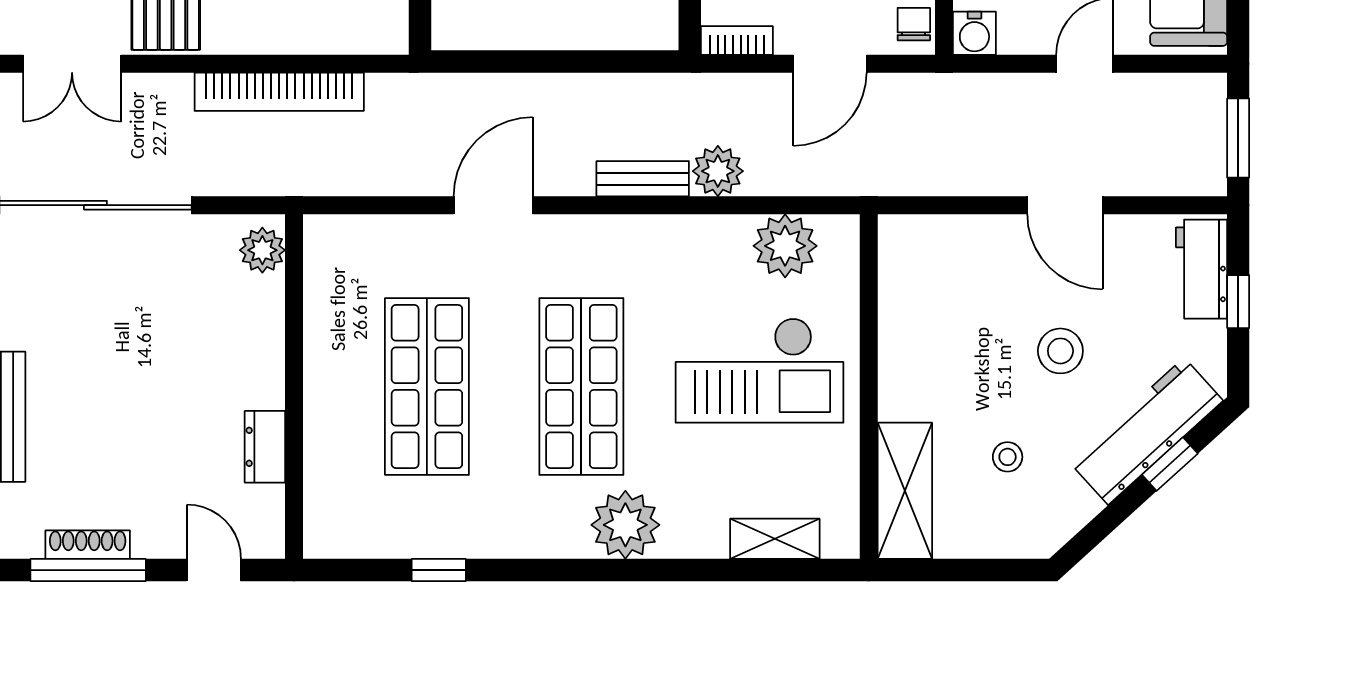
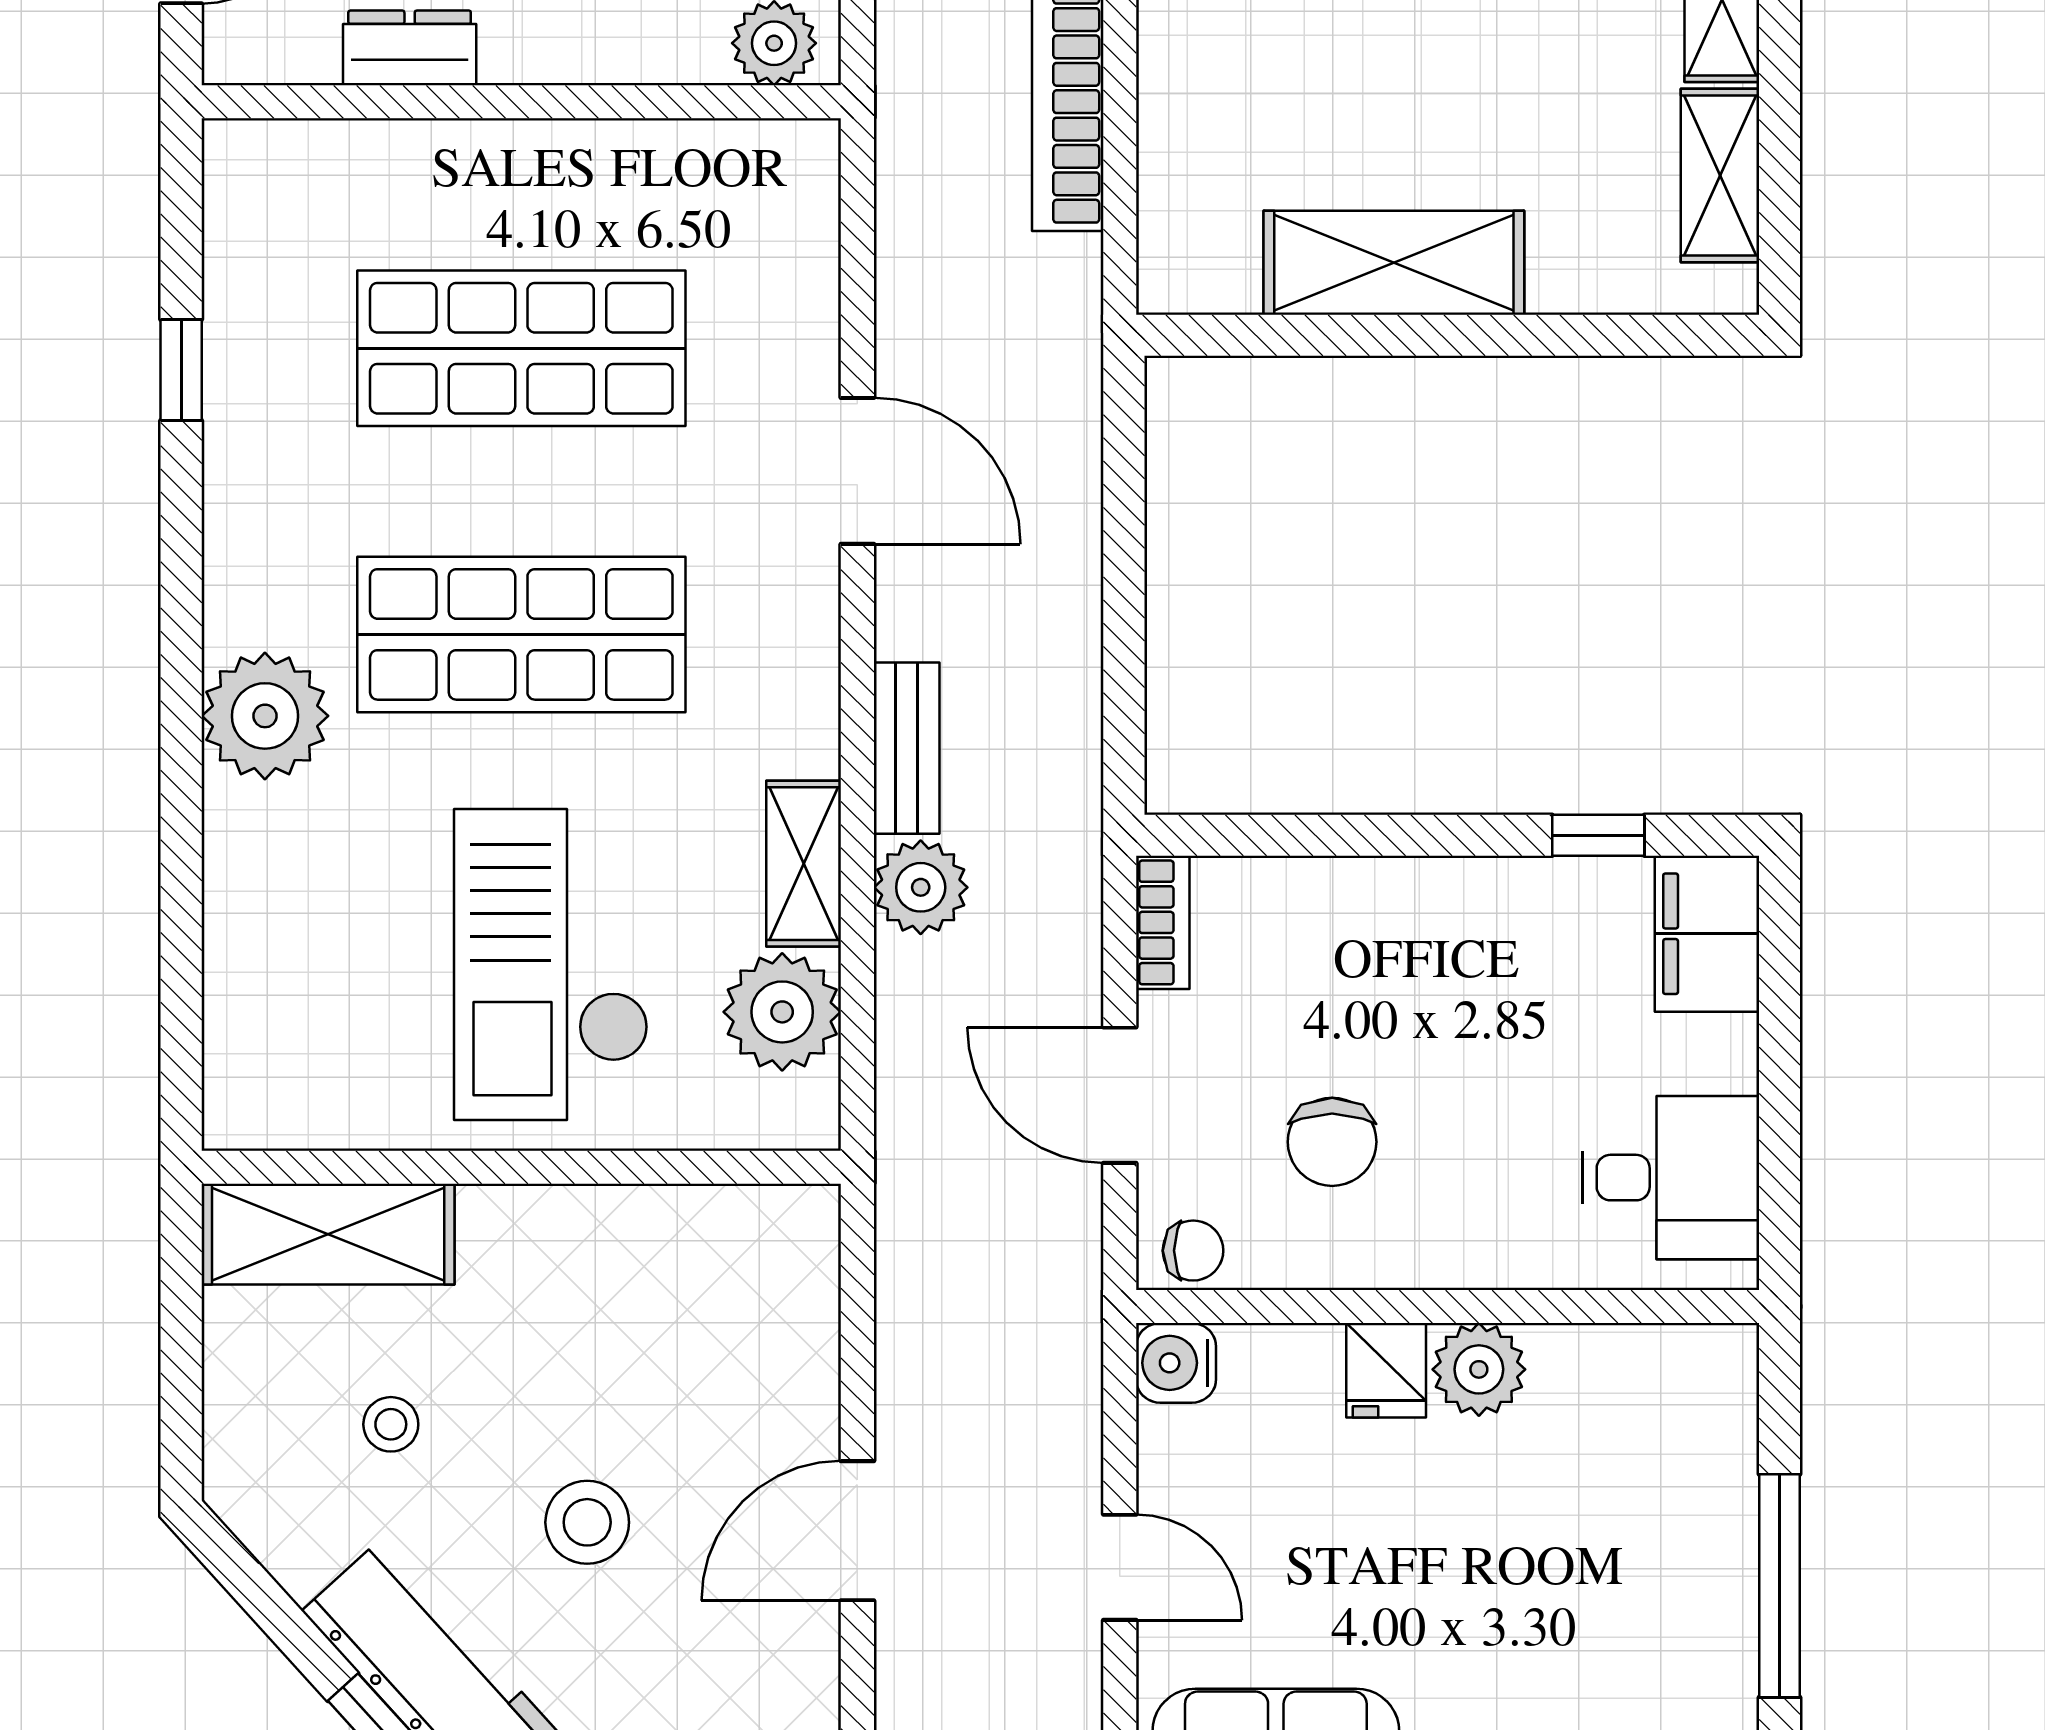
shelving: (775, 539) -> (804, 864), moved

